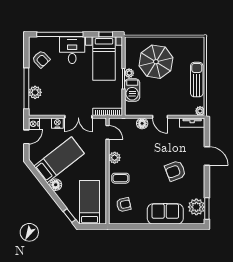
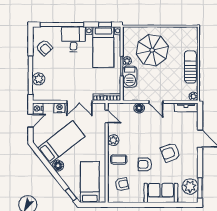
armchair: (148, 183) -> (145, 164), added

